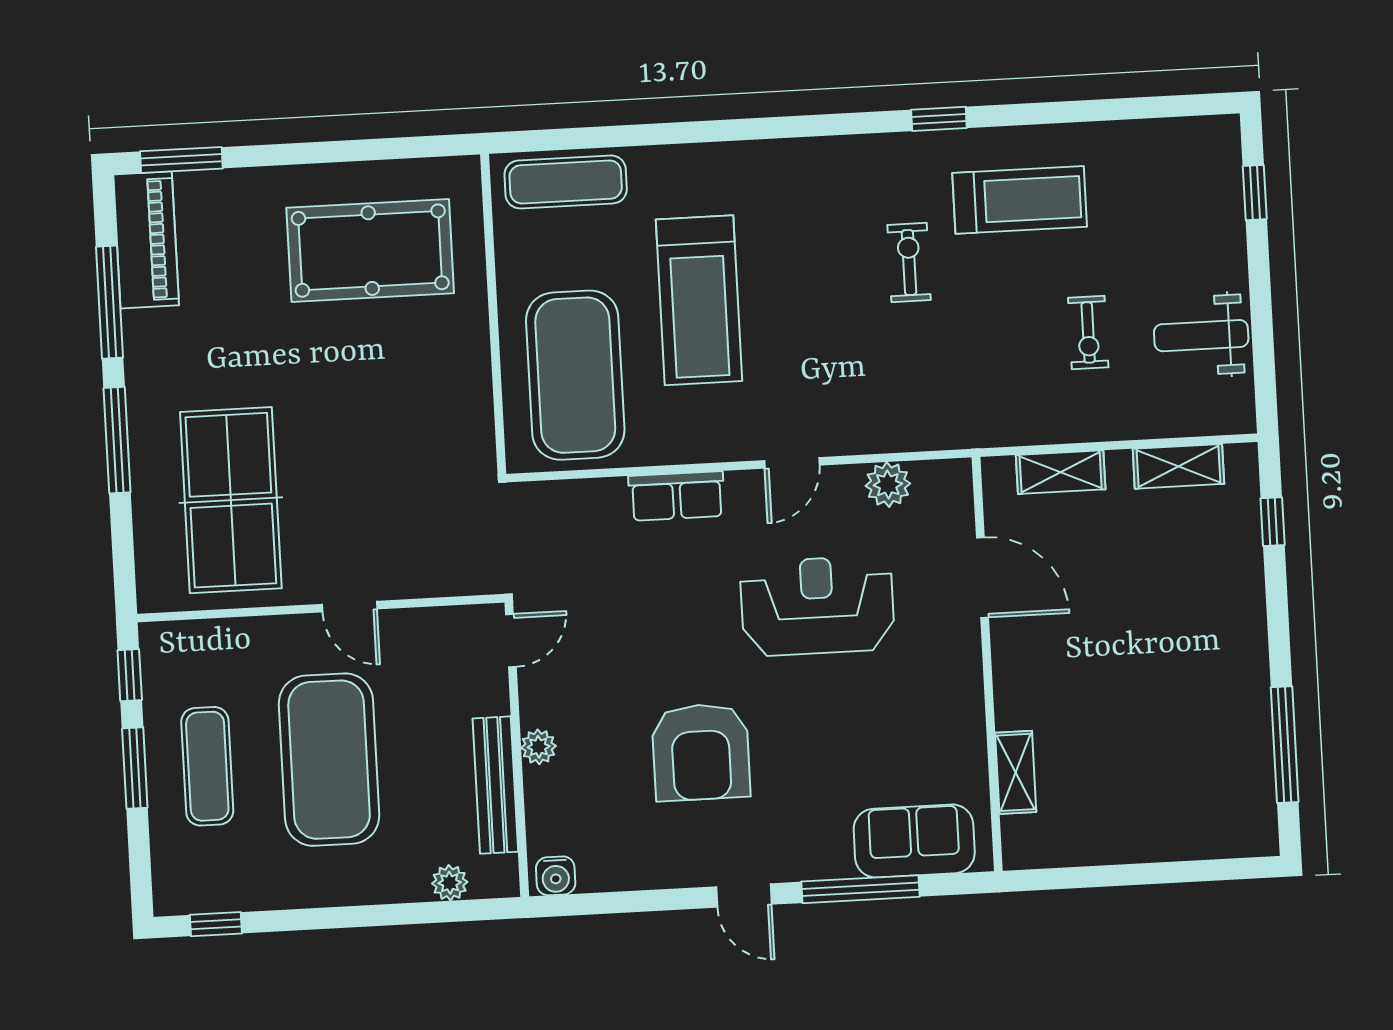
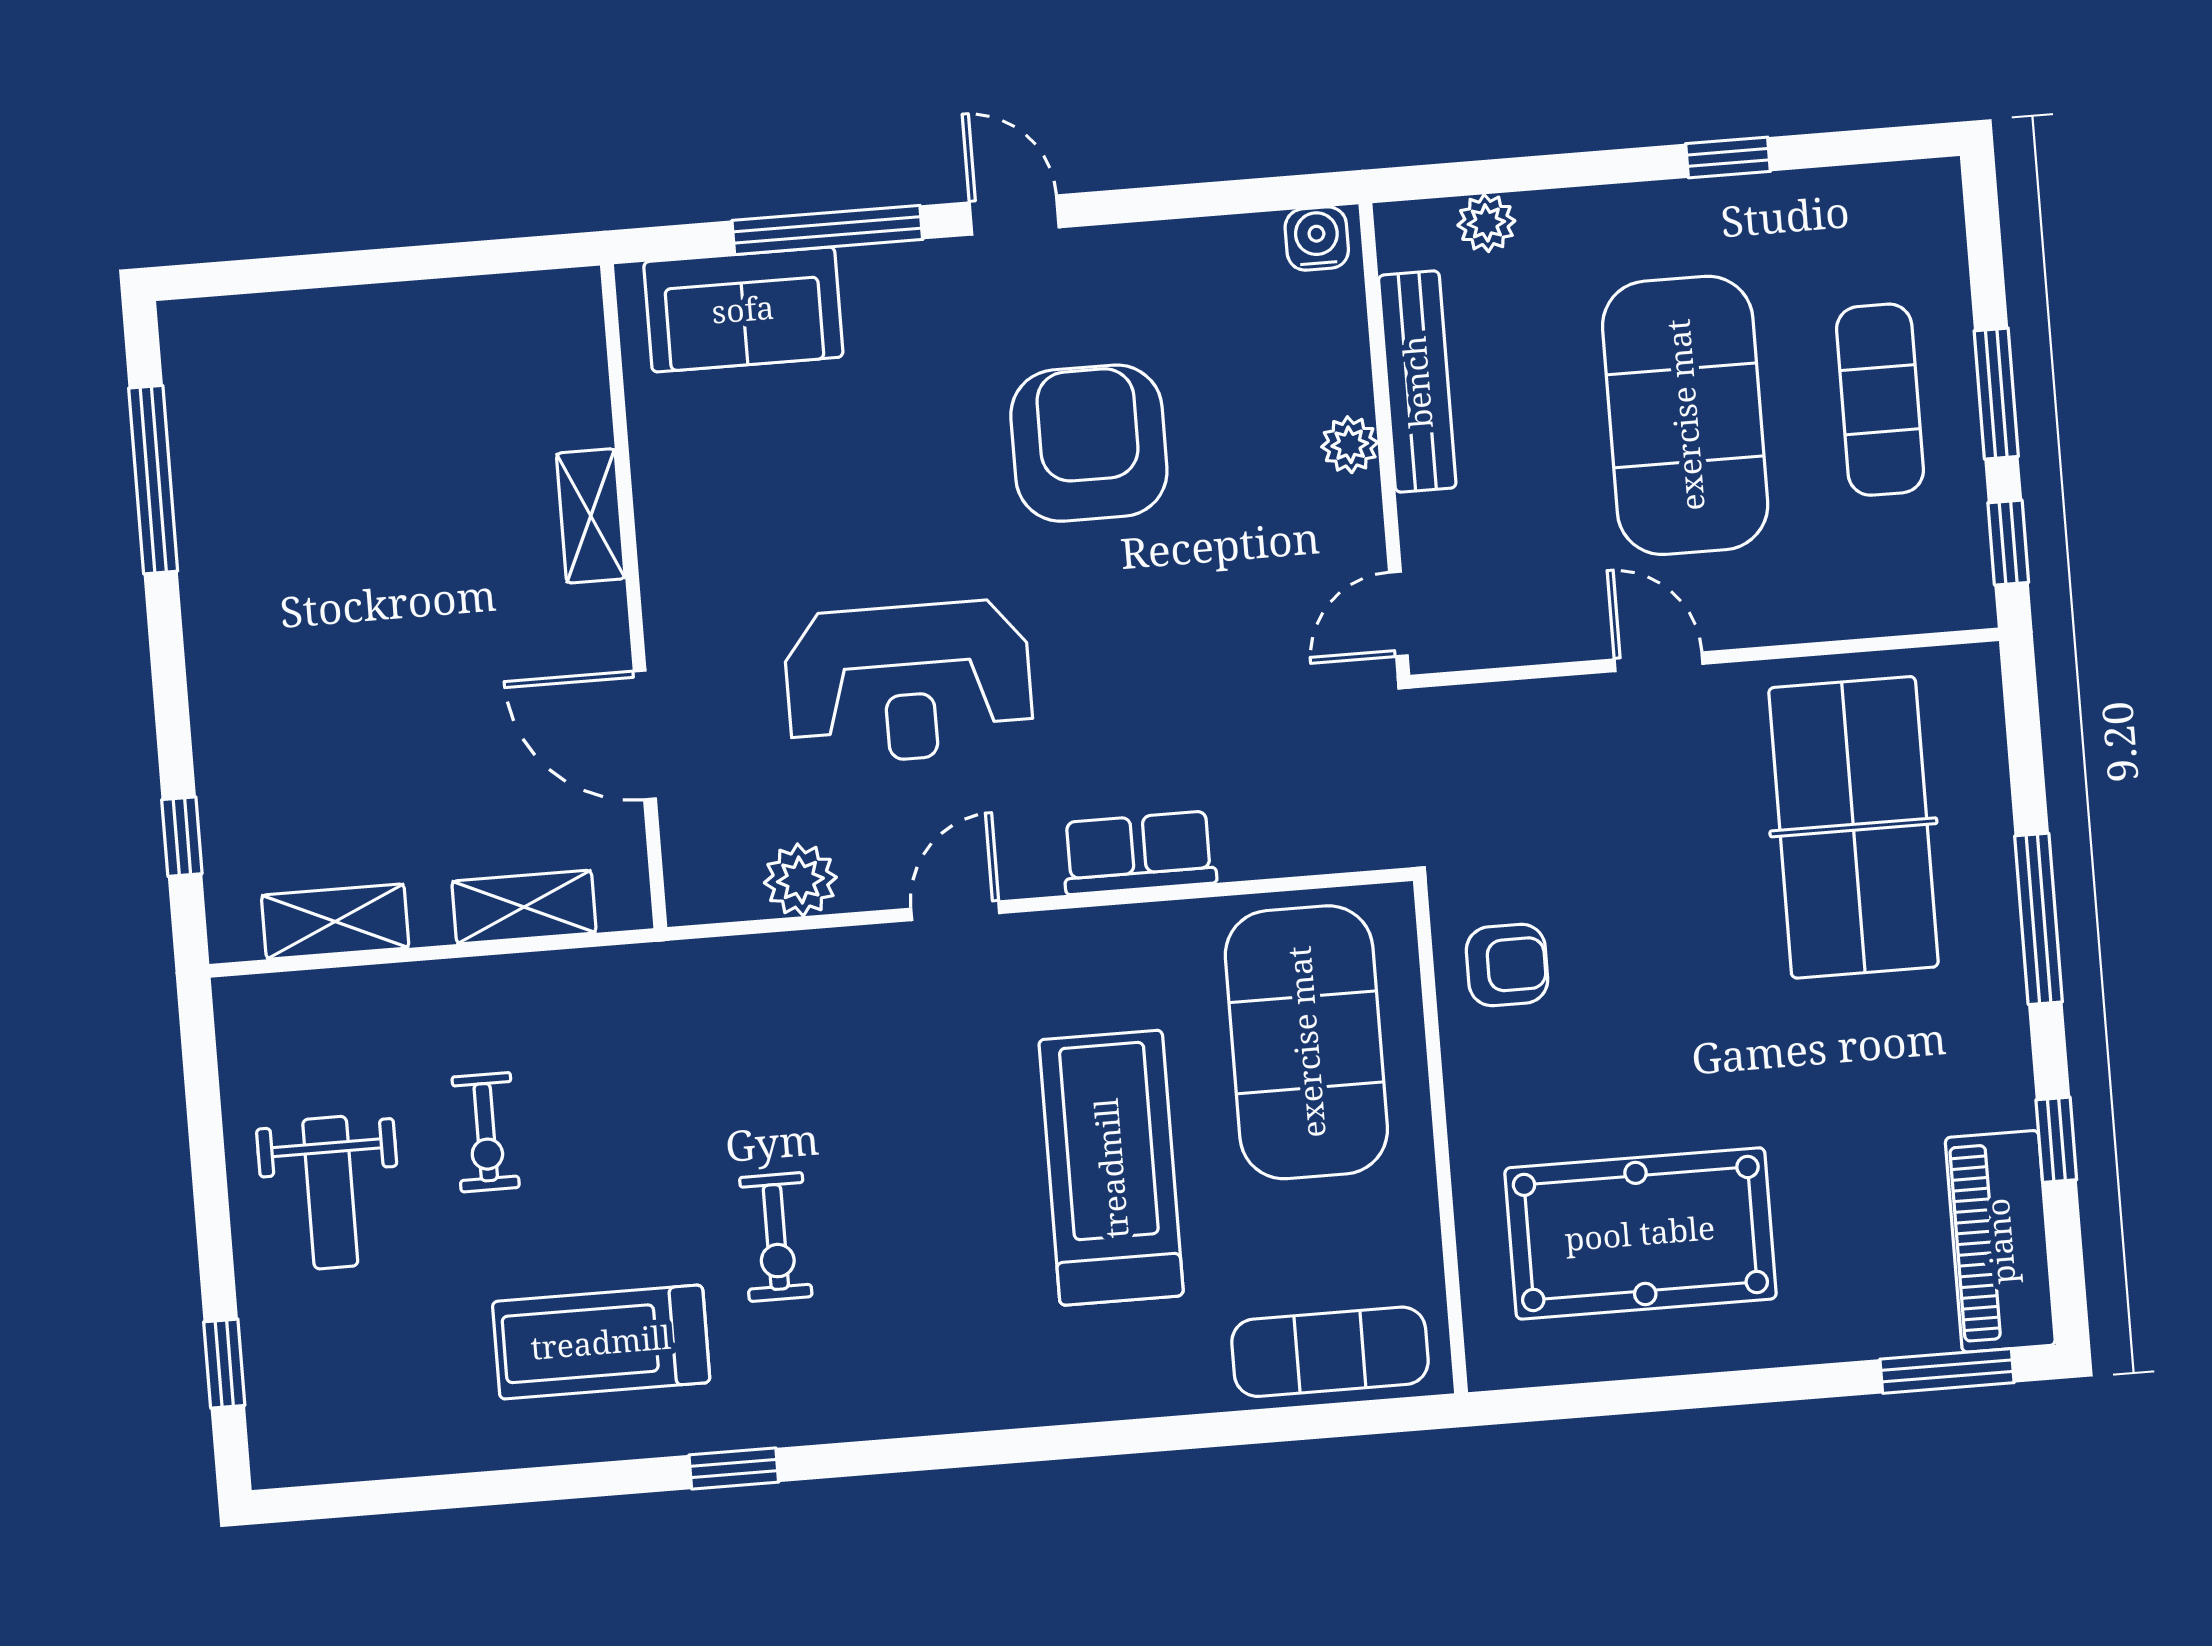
window: (110, 302) -> (2056, 1140), width x0.46
exercise bike: (1088, 332) -> (486, 1132), turned 180
weight bench: (1201, 336) -> (330, 1193), moved, turned 90
armchair: (449, 420) -> (1507, 965), added
shelving: (1016, 772) -> (591, 516), moved
window: (216, 924) -> (1728, 157), moved

